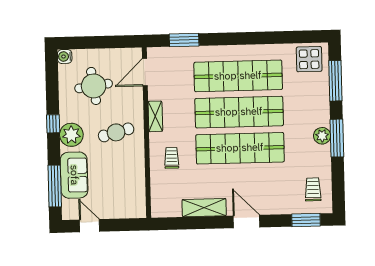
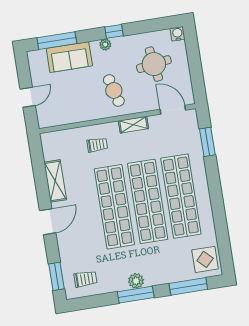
plant: (71, 135) -> (105, 45), width x0.53, depth x0.53
door: (89, 226) -> (28, 97), moved

